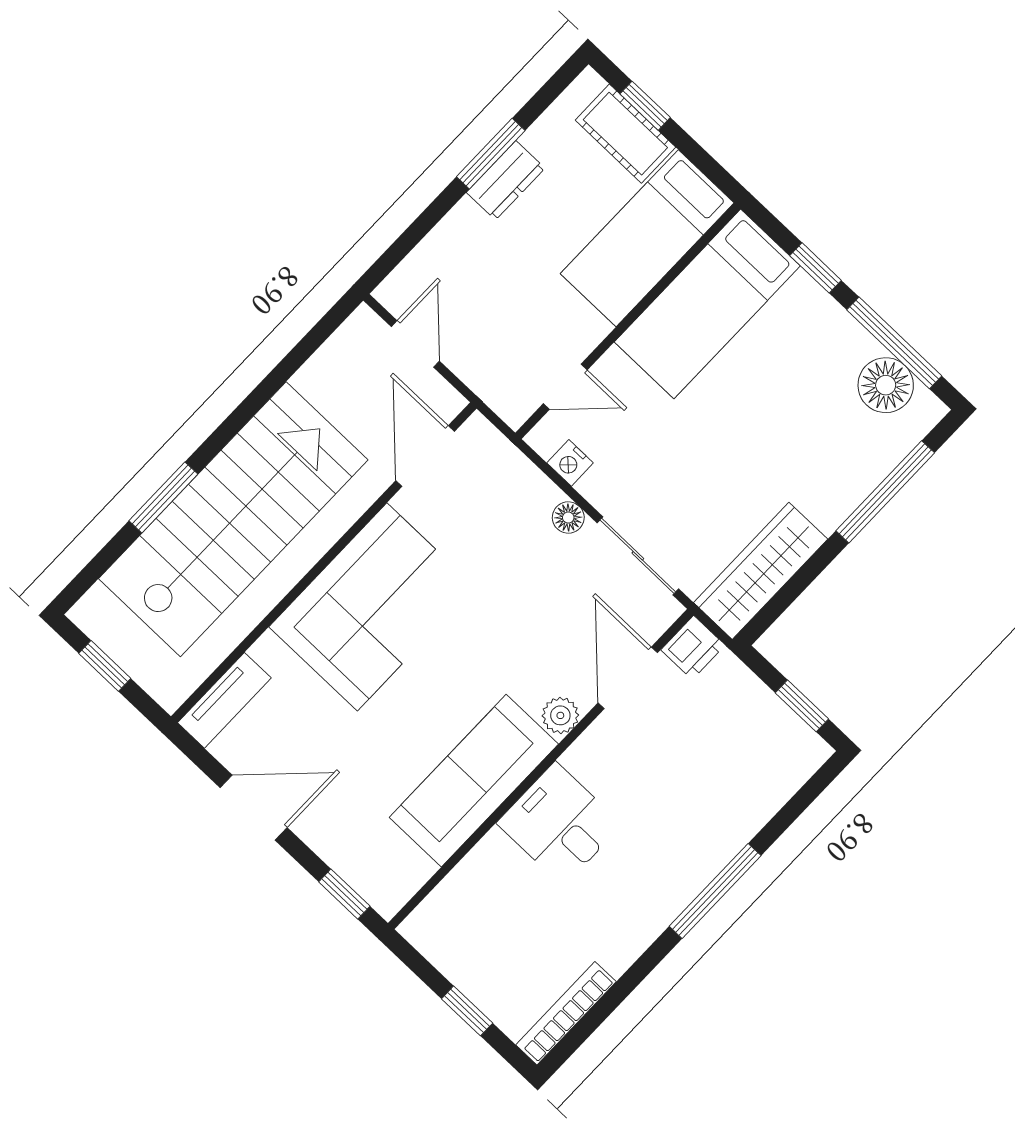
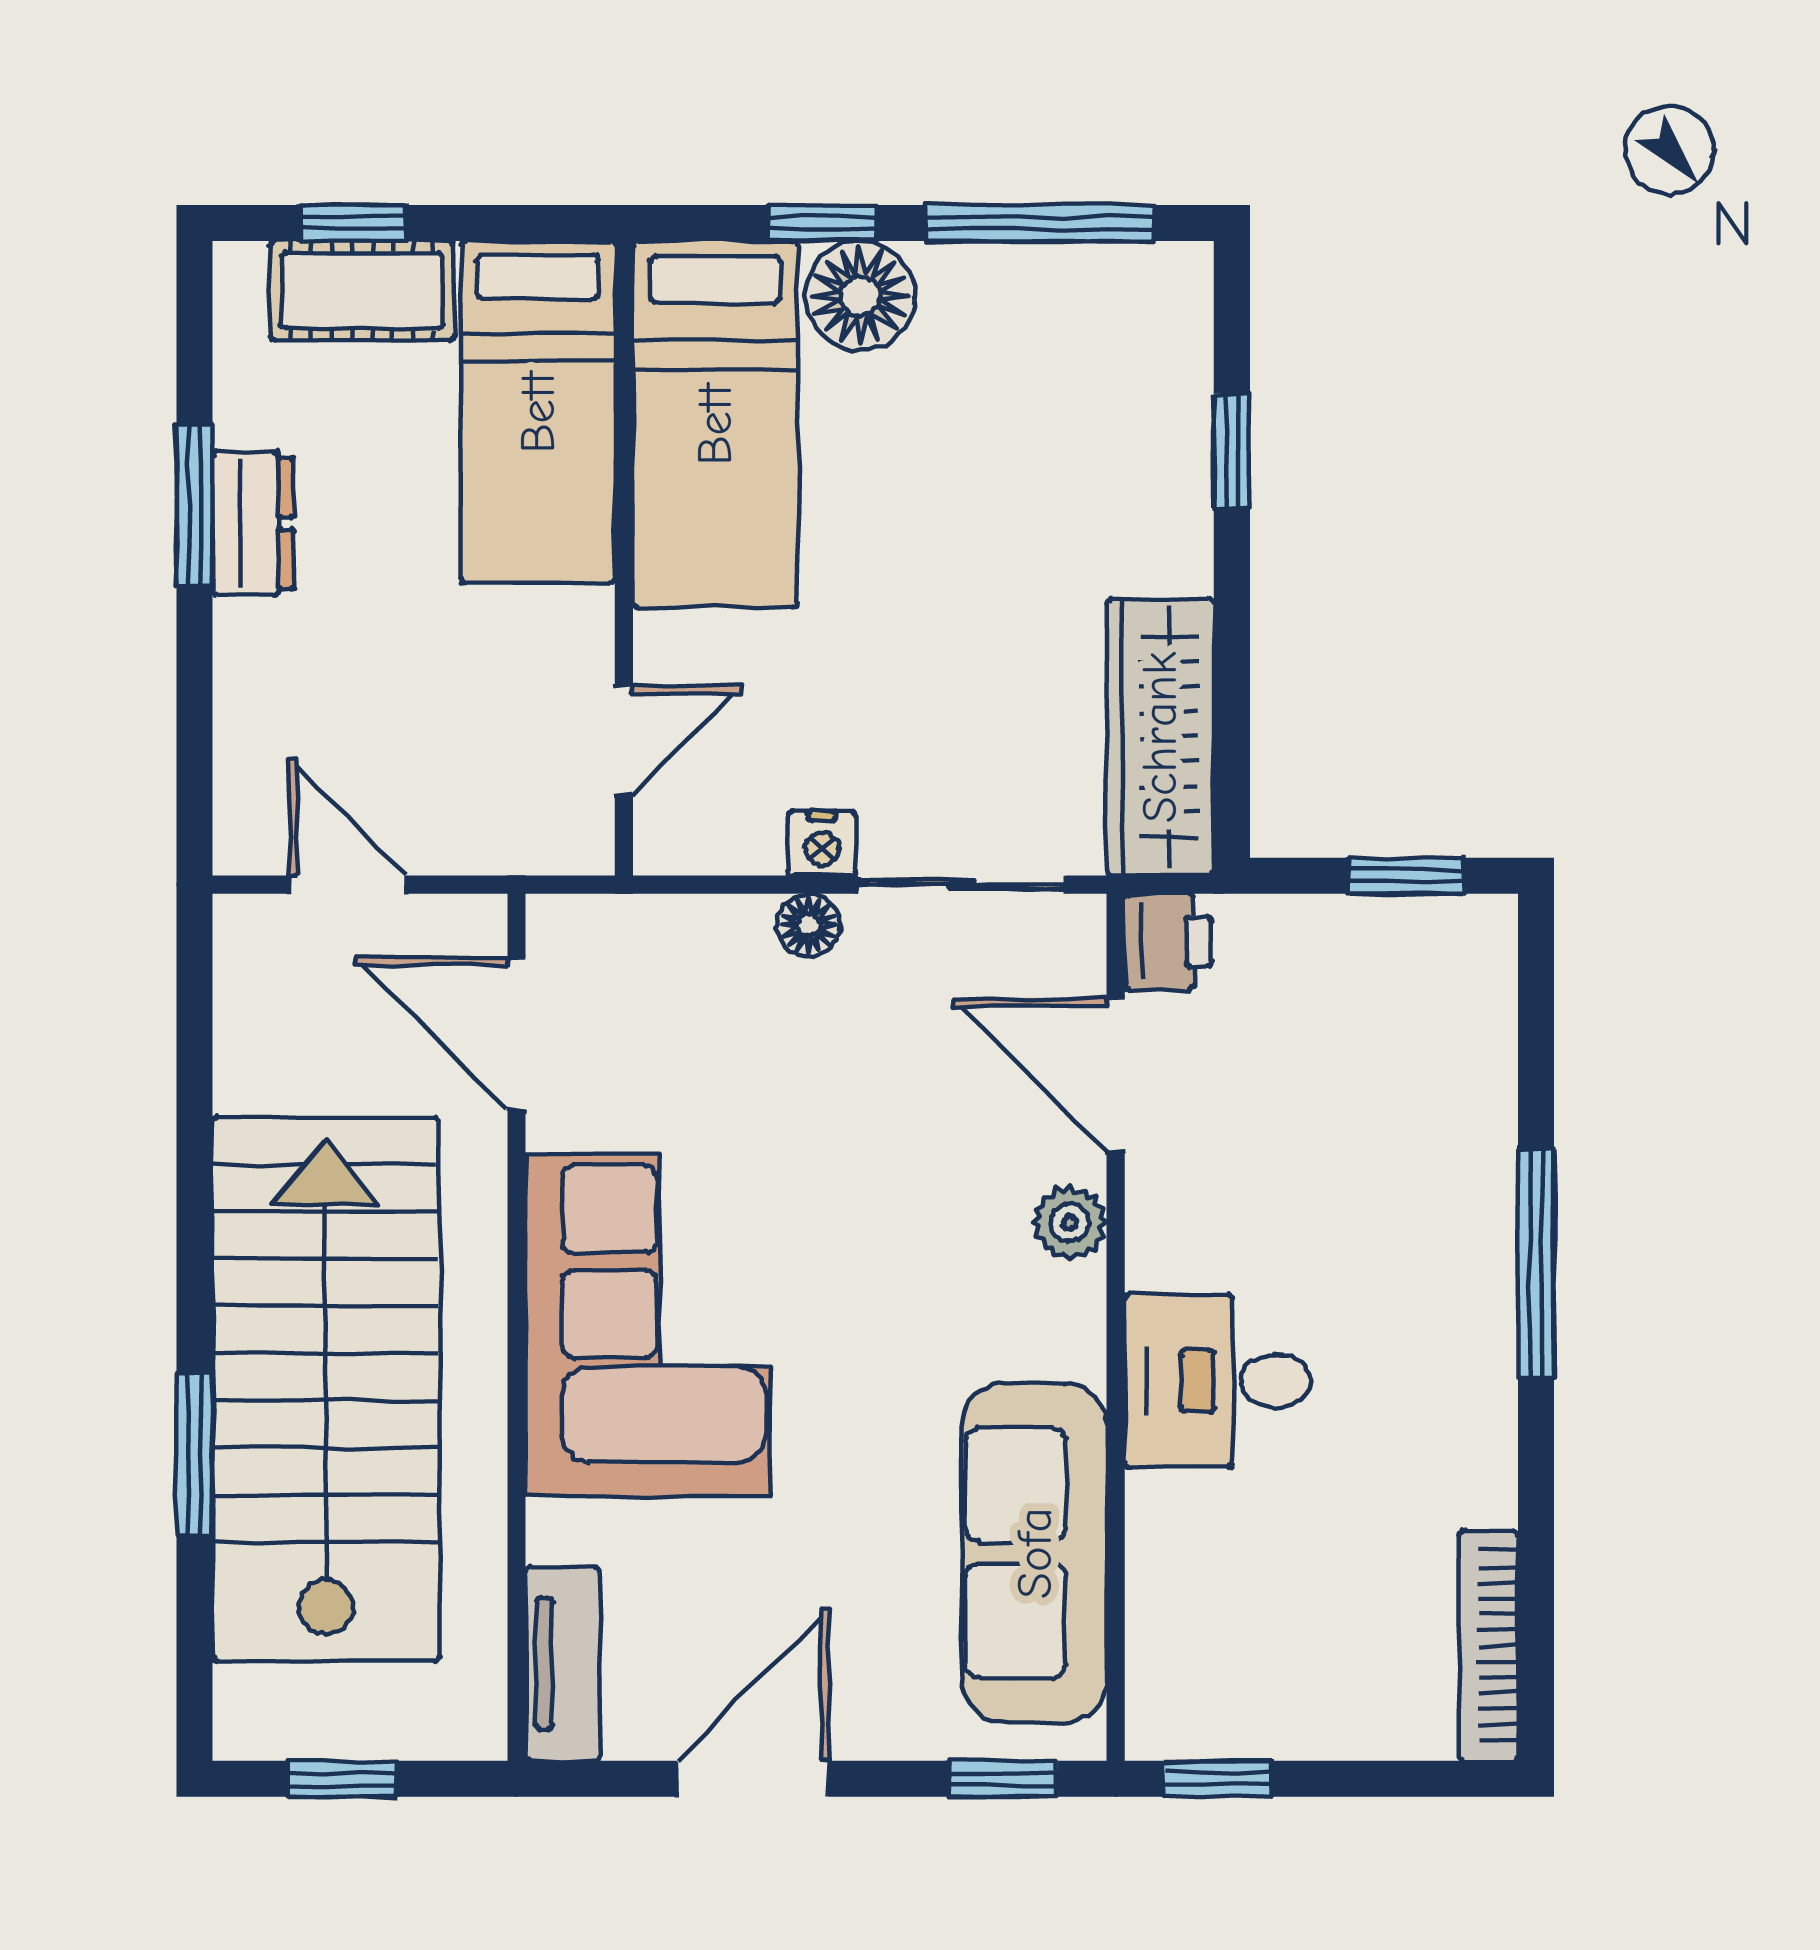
floor lamp: (886, 385) -> (860, 296), moved
nightstand: (570, 463) -> (822, 844), moved
window: (885, 492) -> (1232, 451), width x0.46
sofa: (474, 781) -> (1035, 1553), moved
window: (467, 1011) -> (1218, 1779), moved

